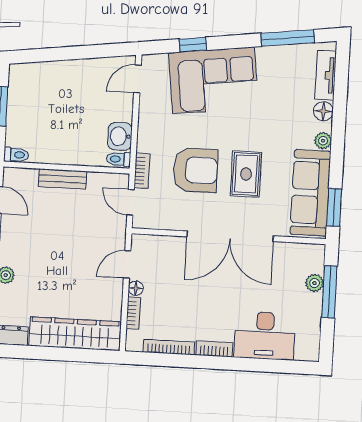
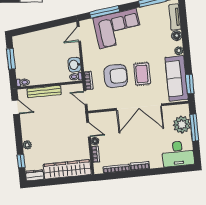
window: (193, 45) -> (104, 12), width x2.17
bench: (62, 179) -> (44, 92), width x1.36
door: (127, 264) -> (88, 130), swing flipped
plant: (314, 283) -> (182, 125), width x1.88, depth x1.88
desk: (265, 336) -> (178, 154), moved

